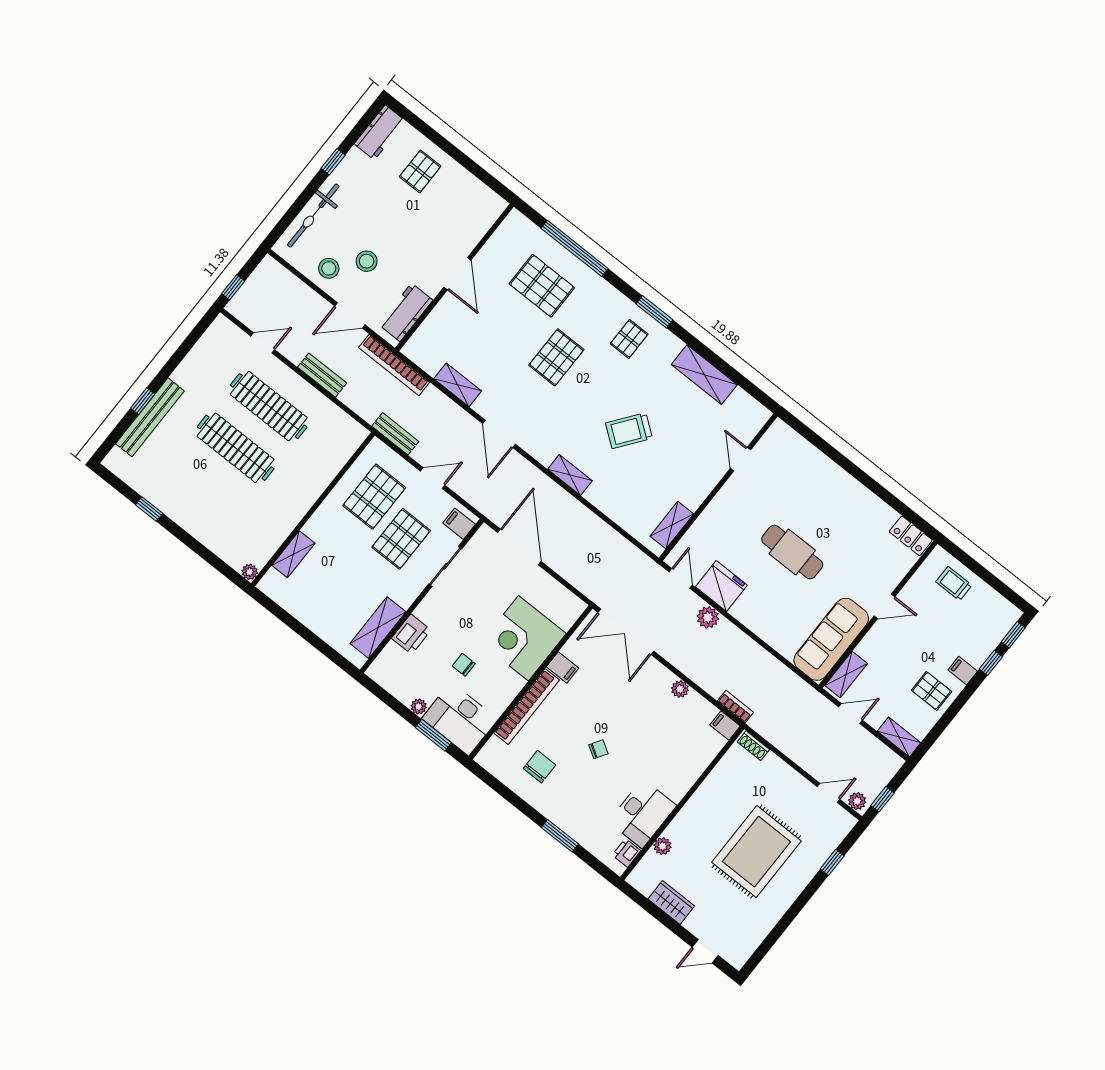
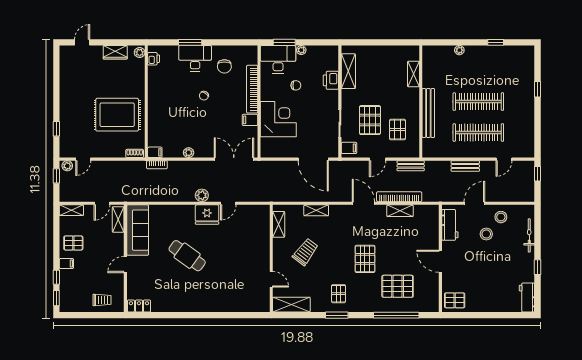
pallet: (420, 171) -> (455, 300), moved, turned 90
bicycle: (313, 216) -> (529, 235), width x0.73, depth x0.71
bookcase: (394, 365) -> (399, 197), moved
bench: (150, 417) -> (428, 113), moved
door: (740, 459) -> (271, 279), moved
wall: (718, 487) -> (271, 258), moved
pallet: (374, 497) -> (398, 130), width x0.67, depth x0.71
shelving: (672, 525) -> (279, 224), moved
cafe table: (792, 552) -> (187, 256), turned 36
plant: (250, 572) -> (459, 50), moved
door: (681, 578) -> (228, 203), hinge flipped
desk: (642, 814) -> (195, 58), moved, turned 90
plant: (662, 846) -> (140, 53), moved
rug: (756, 852) -> (117, 115), moved, turned 90

